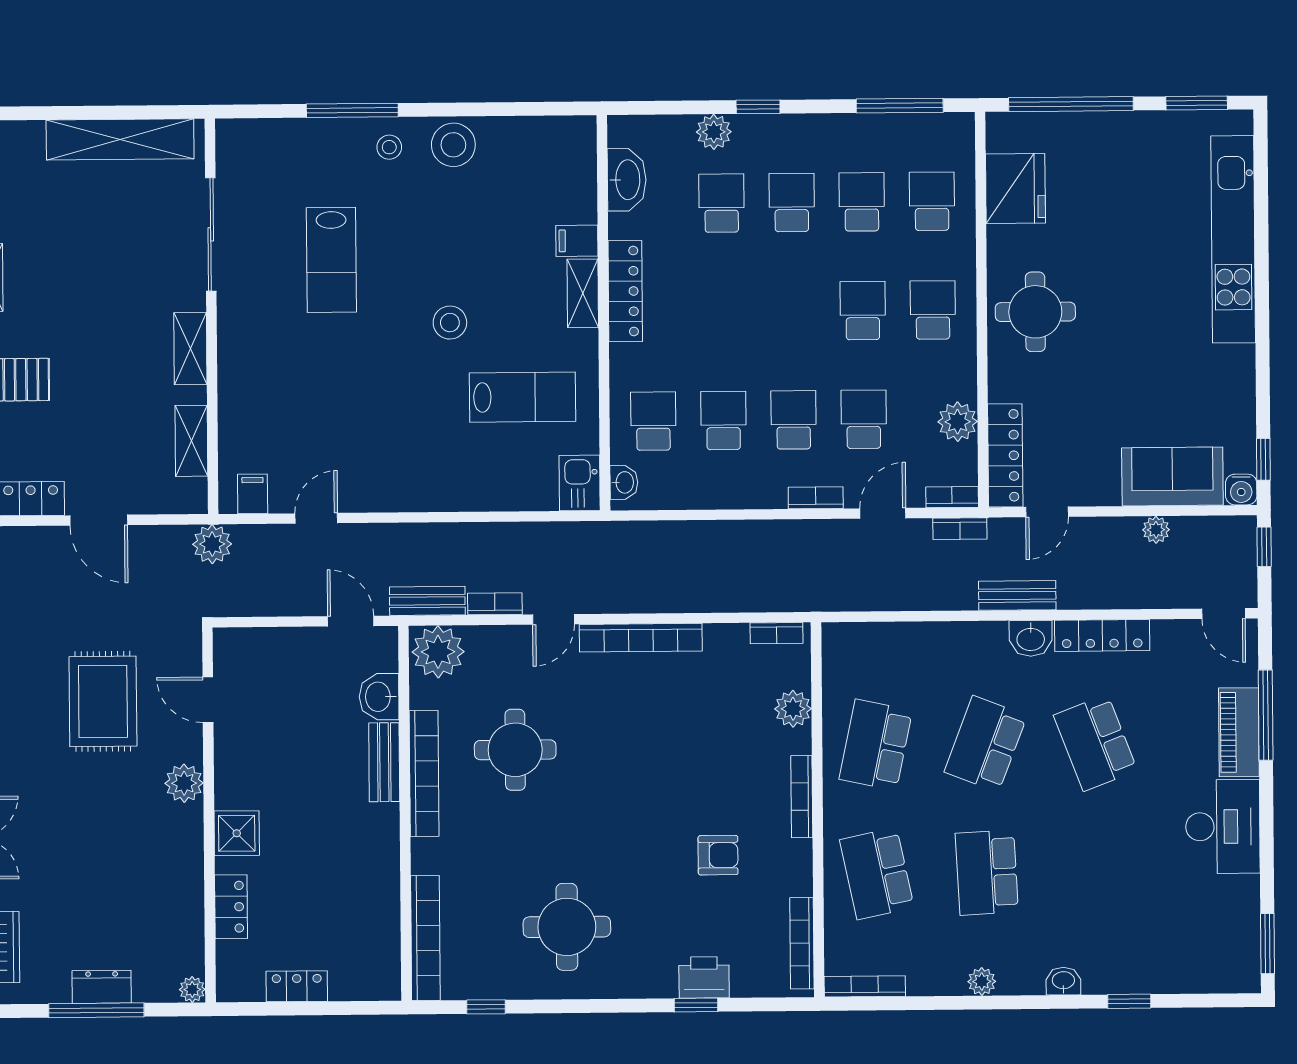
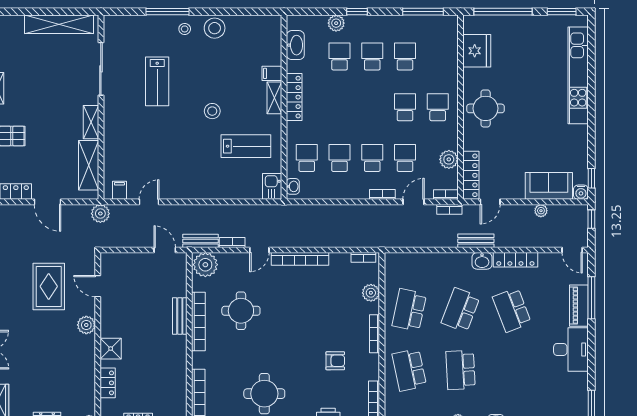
school desk: (932, 201) -> (438, 56), removed
shelving: (191, 441) -> (89, 165), width x1.50, depth x1.33
washbasin: (379, 697) -> (178, 285), removed

